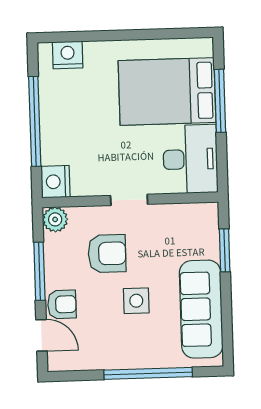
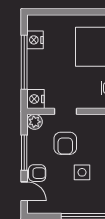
nightstand: (68, 55) -> (35, 40), moved, turned -90
doorway: (129, 200) -> (65, 111), moved
armchair: (107, 254) -> (65, 143), turned 90

